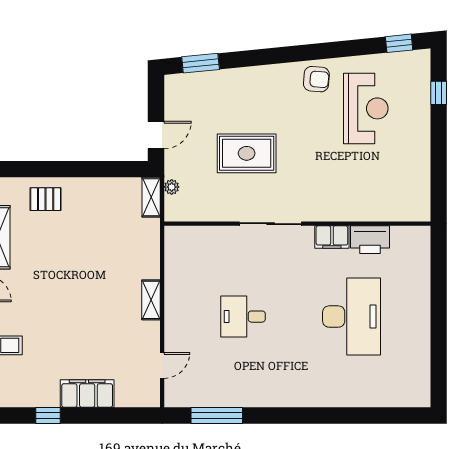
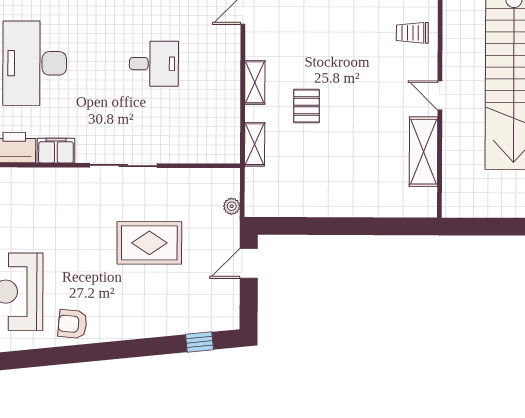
window: (201, 63) -> (200, 342), width x0.67
shelving: (151, 197) -> (255, 144), moved
pallet: (46, 199) -> (307, 106), moved, turned 90

